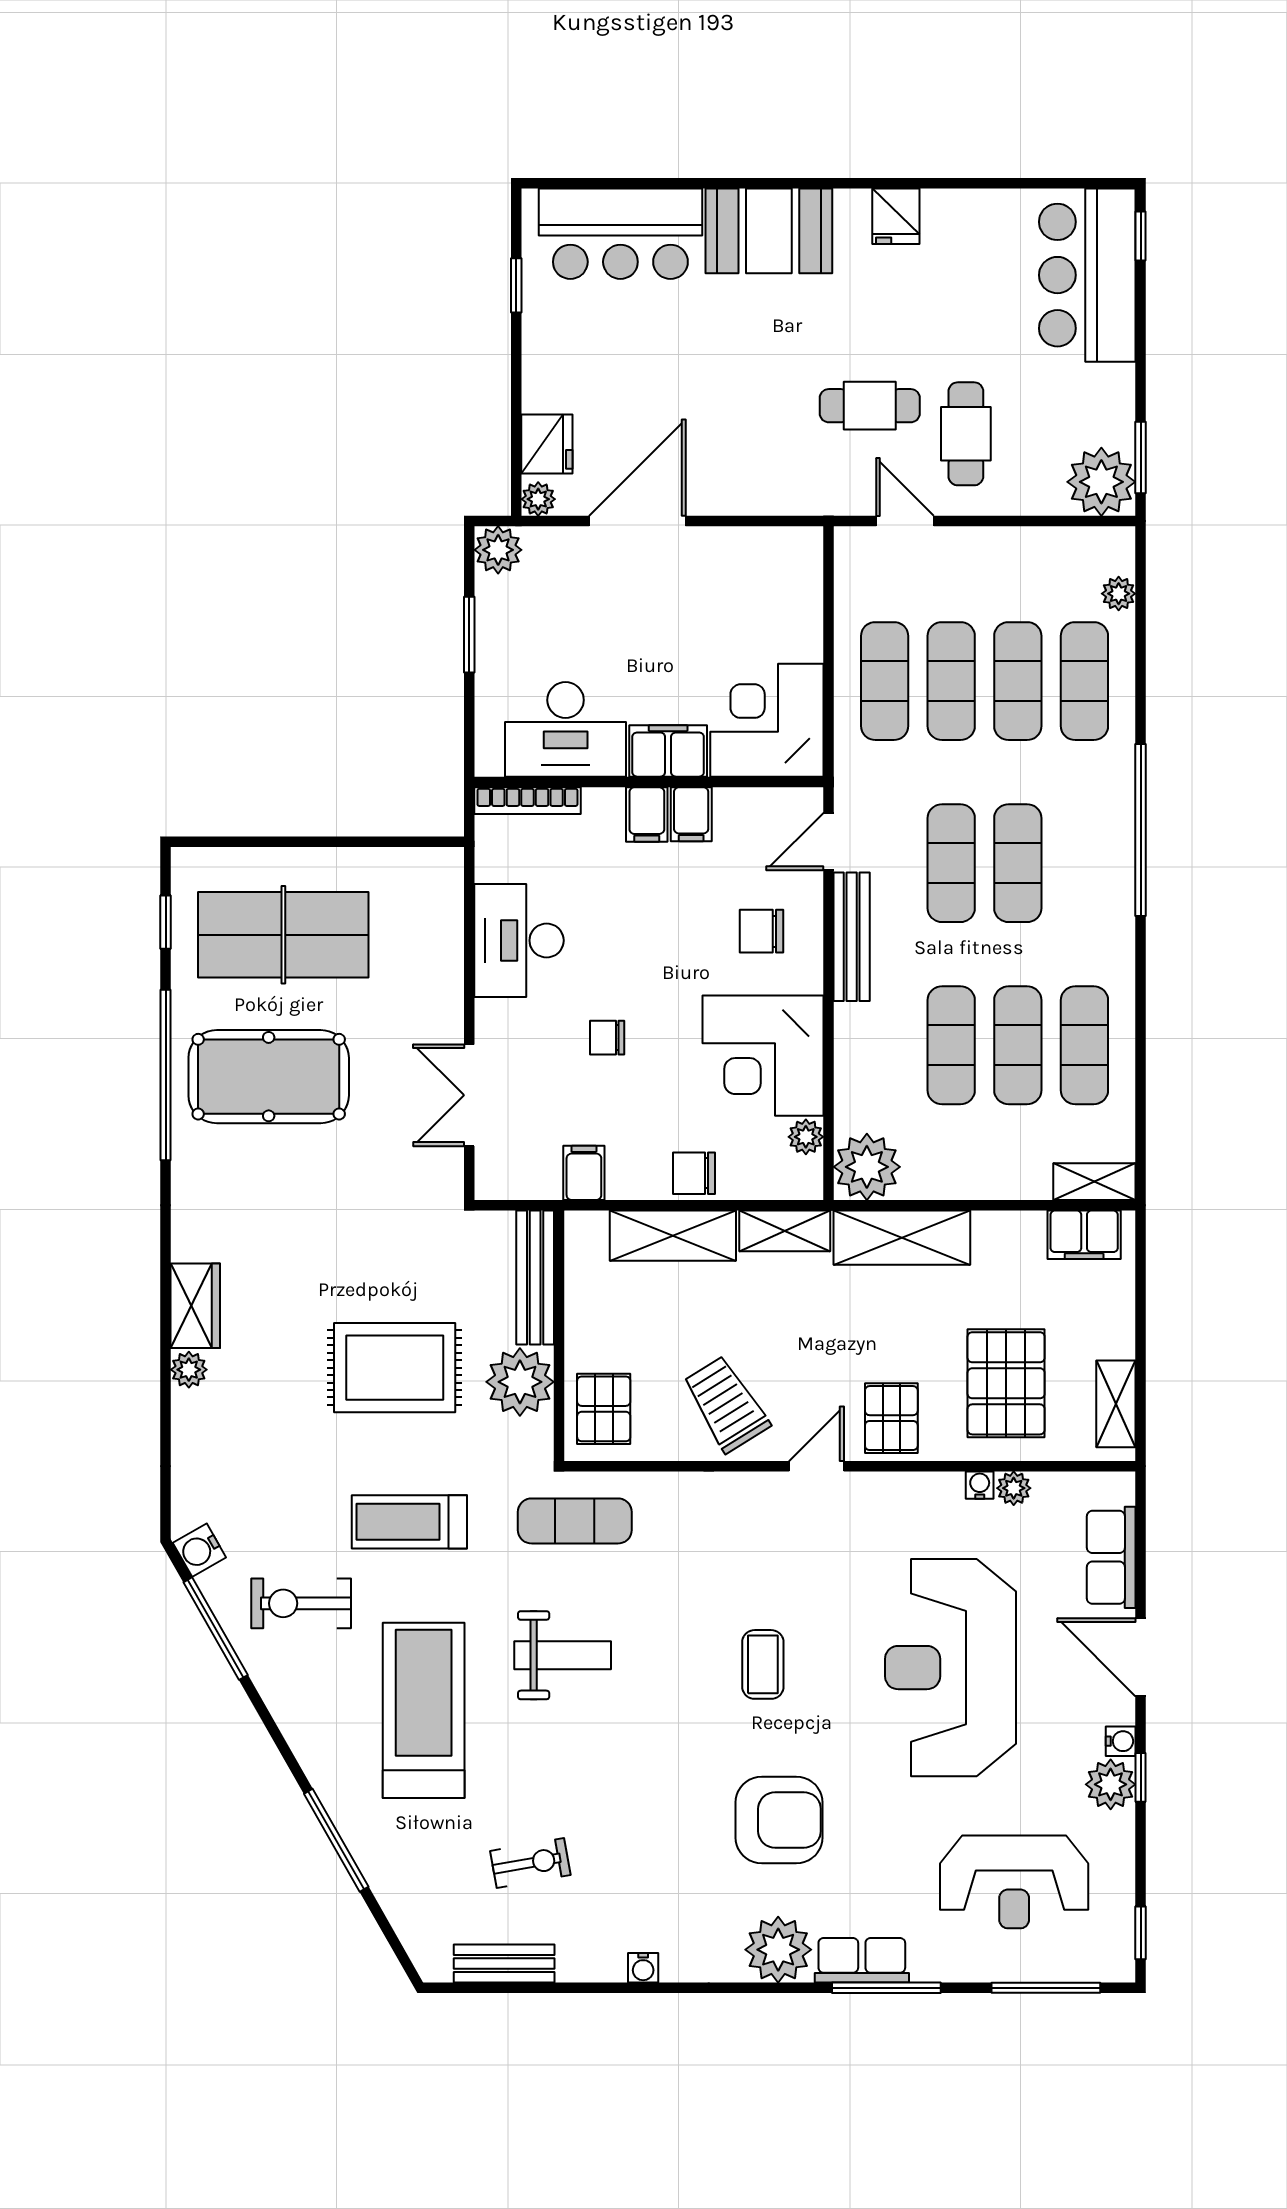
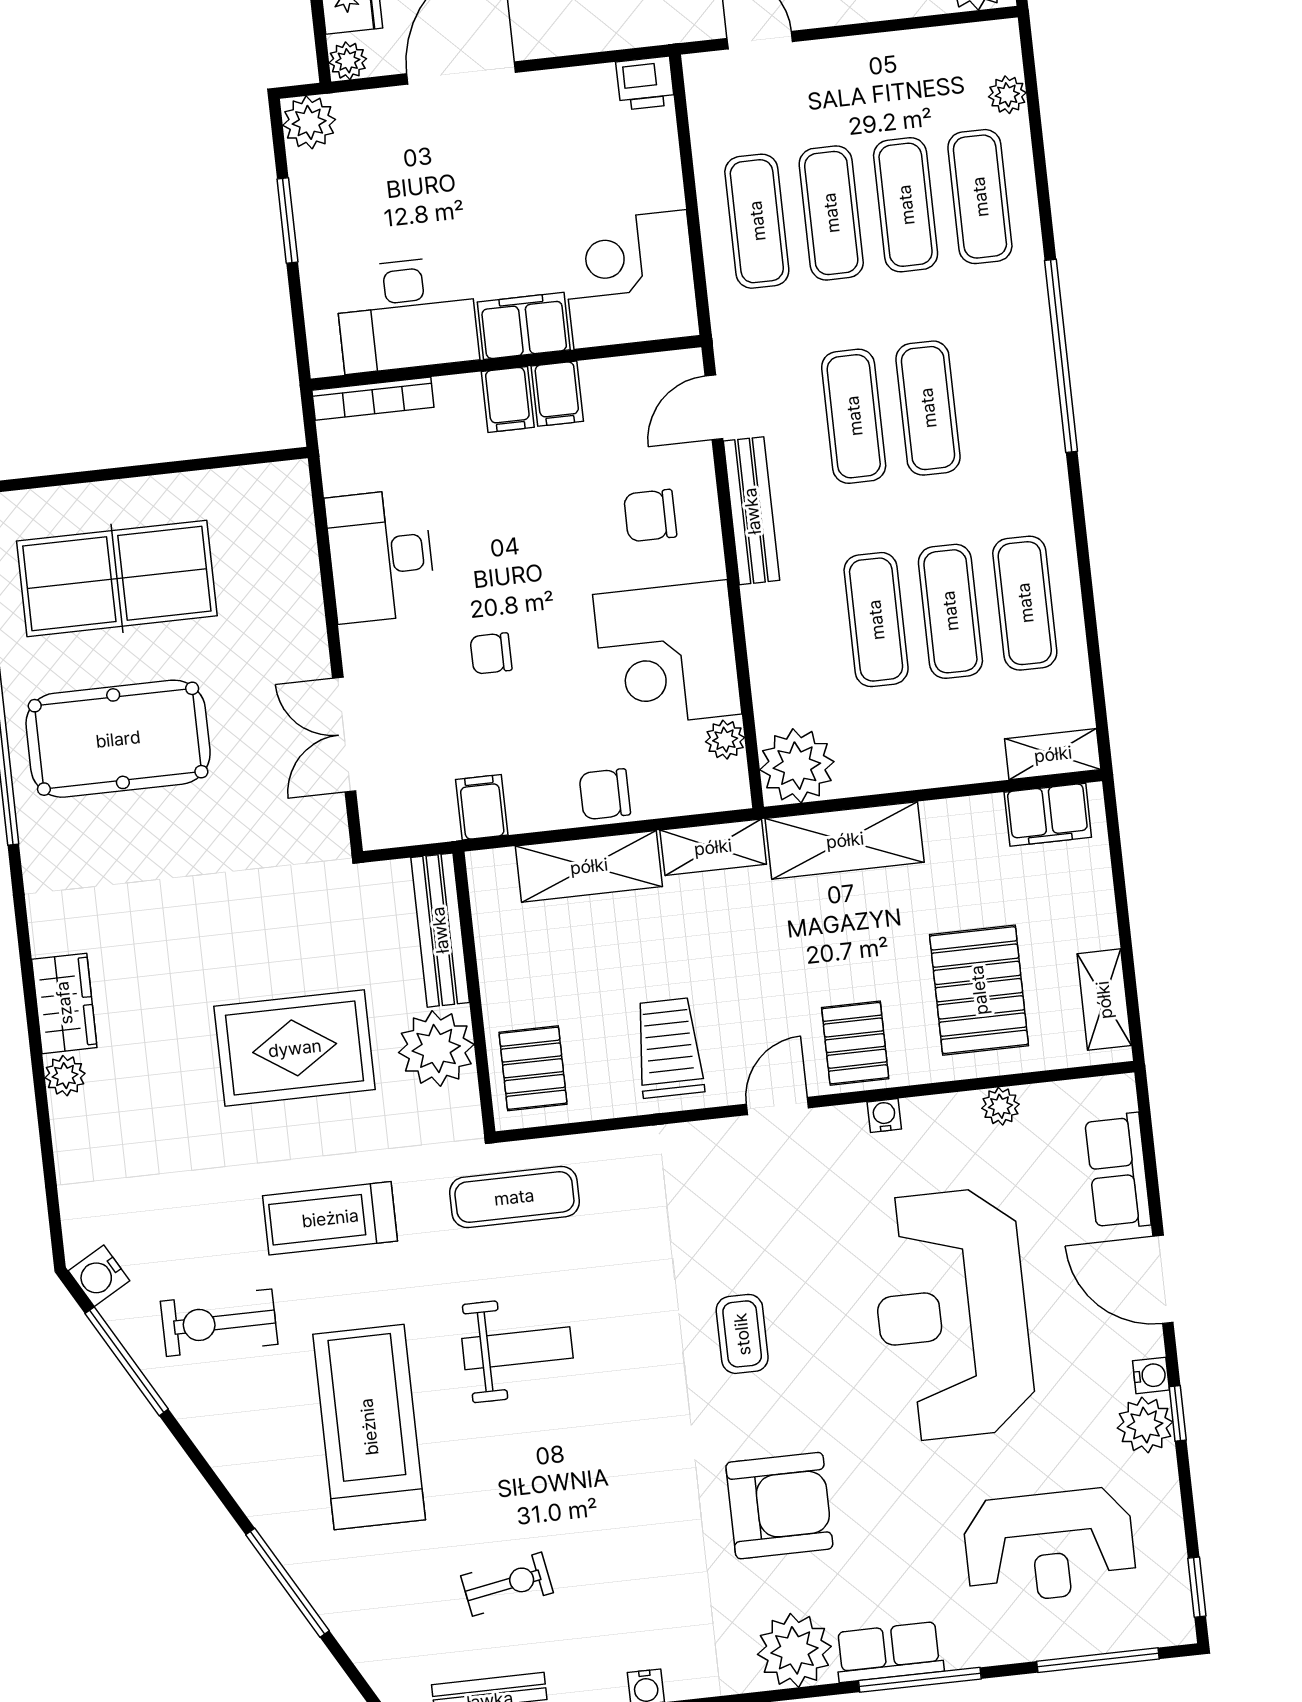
printer: (799, 548) -> (645, 83), added
trolley: (726, 1404) -> (669, 1048), turned 32
water cooler: (980, 1485) -> (884, 1116), moved

